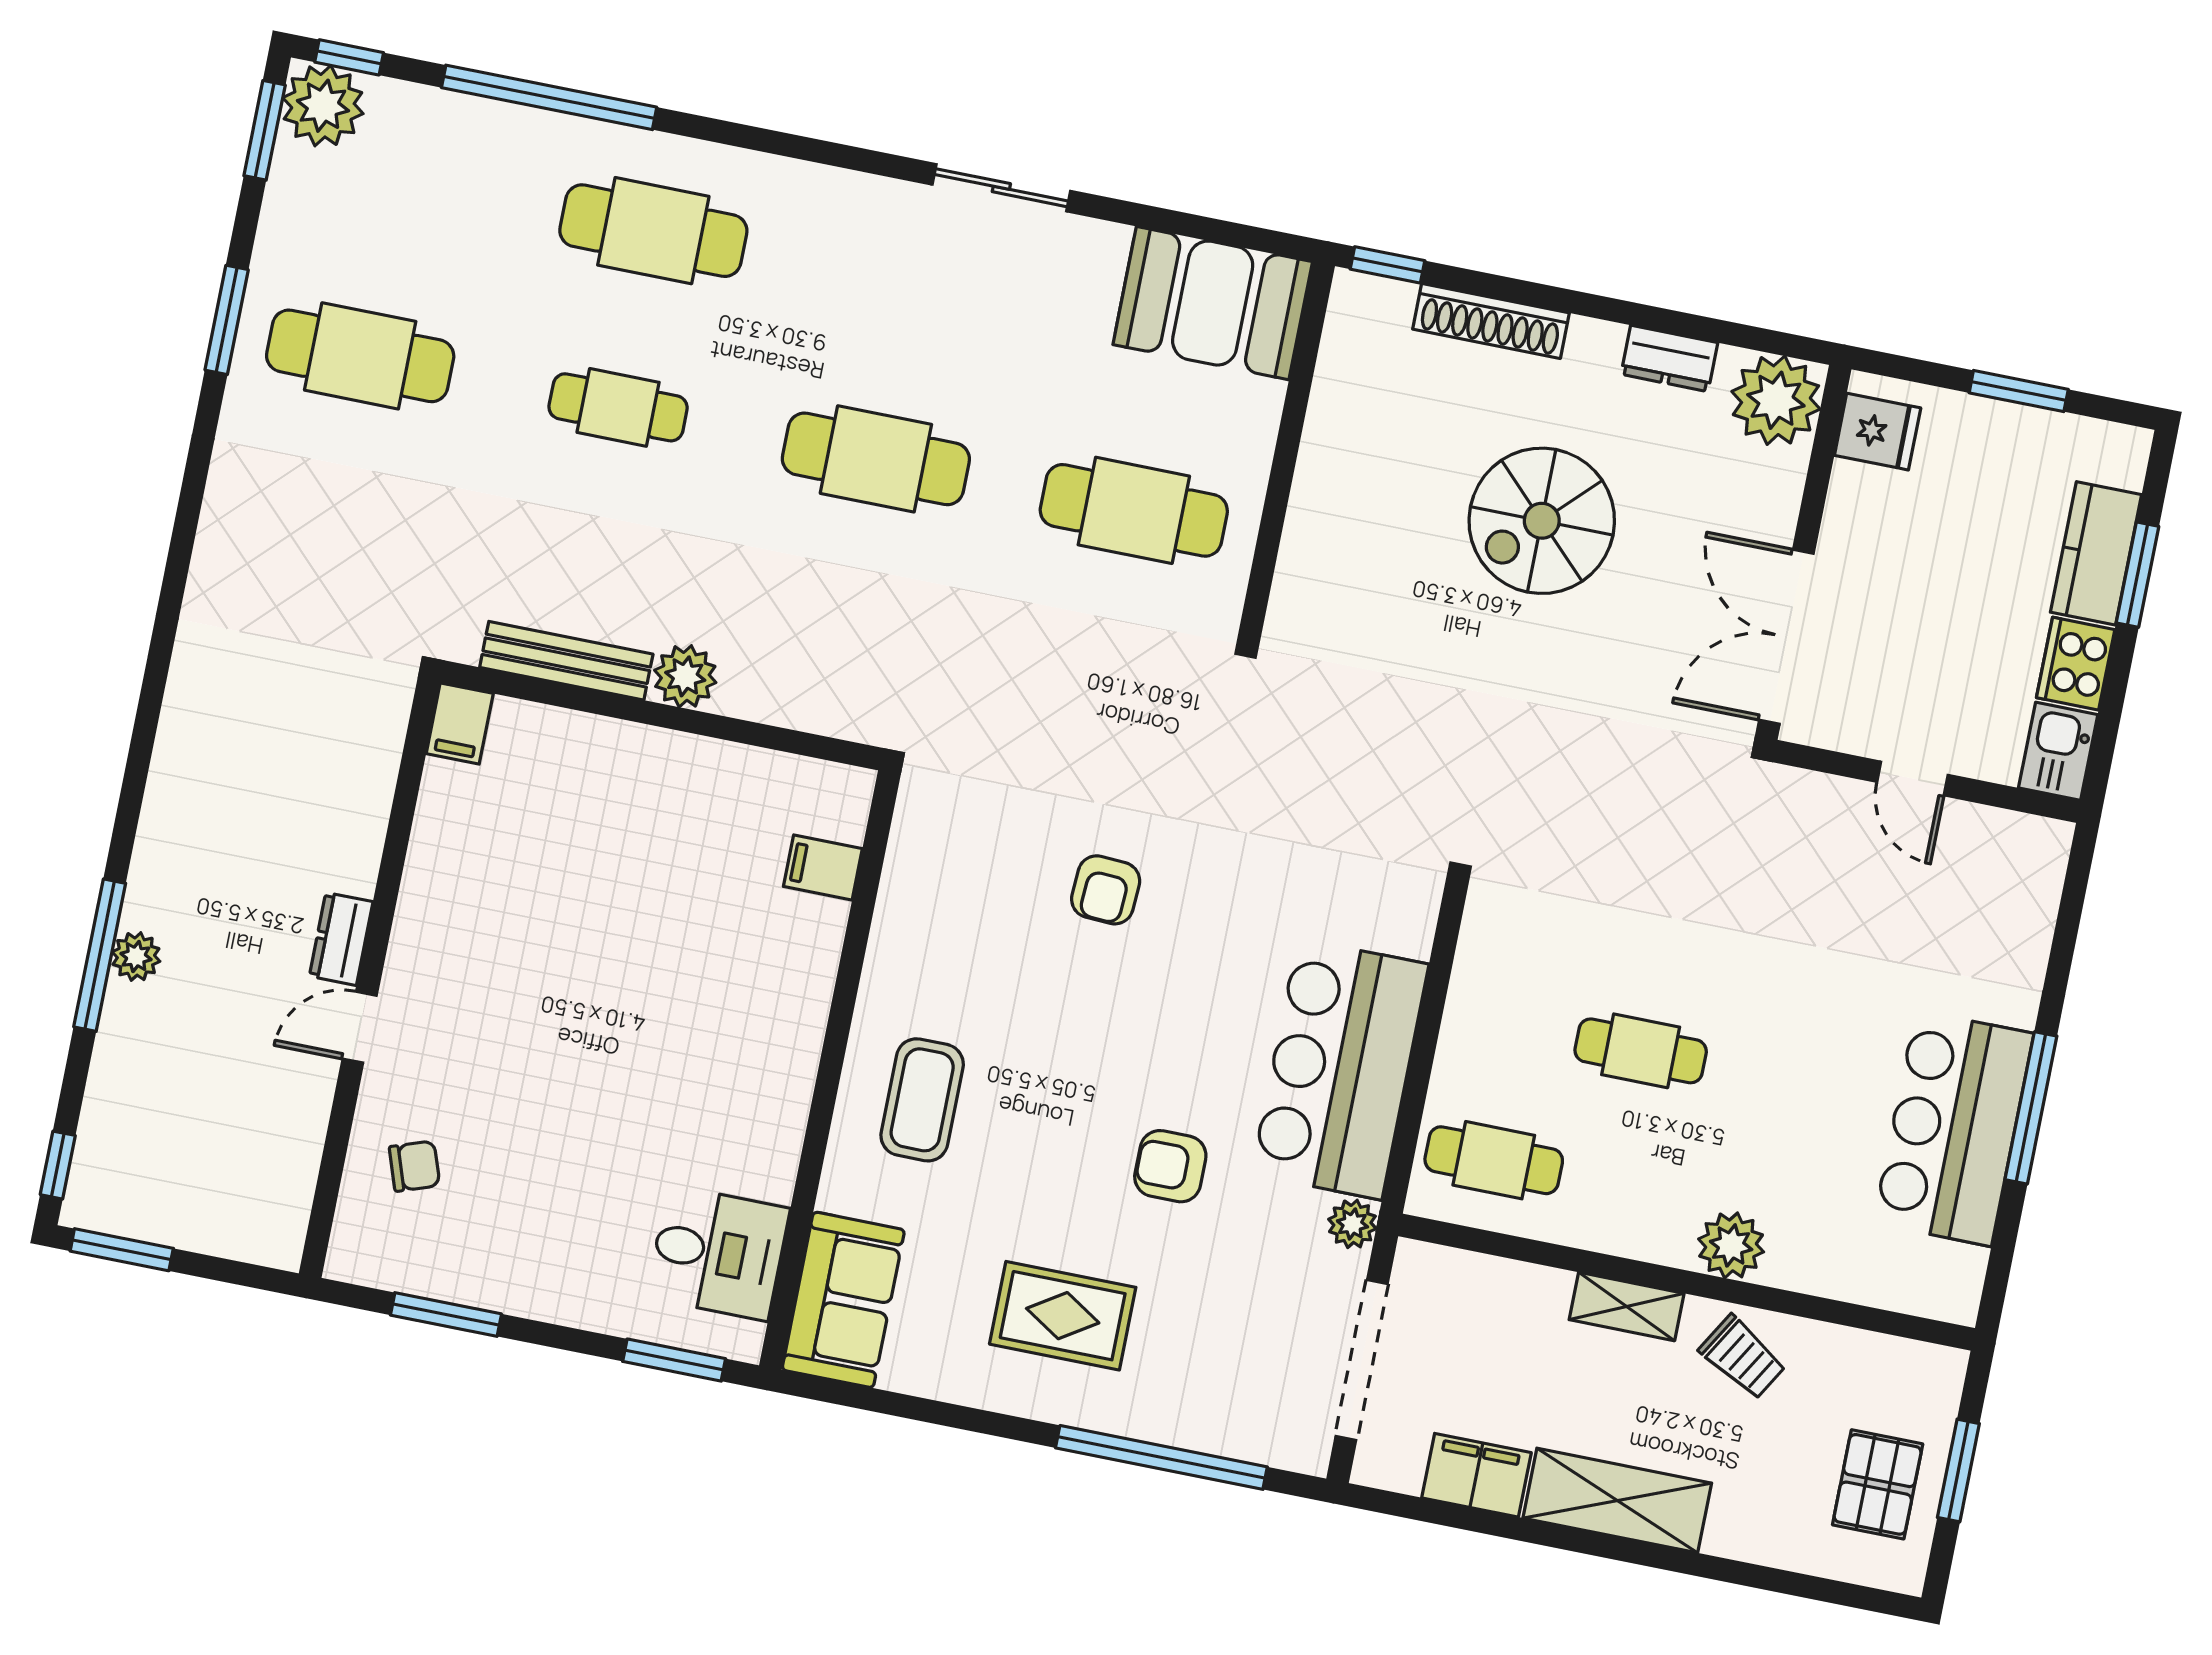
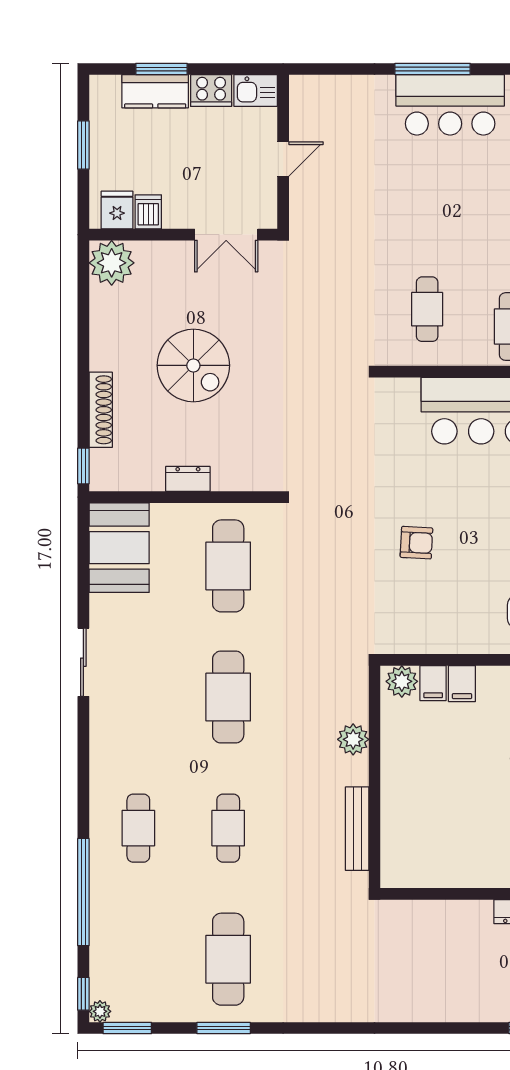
plant: (323, 106) -> (100, 1011), width x0.53, depth x0.53
cafe table: (653, 231) -> (138, 828), width x0.73, depth x0.74
dresser: (1669, 358) -> (188, 479), moved, turned -90
dishwasher: (1862, 492) -> (148, 212), added
double door: (1786, 637) -> (226, 235), width x0.73
plant: (685, 676) -> (353, 739), moved
filing cabinet: (460, 724) -> (462, 684), moved, turned 90
plant: (838, 807) -> (402, 681), added
cafe table: (1641, 1051) -> (427, 309), moved

